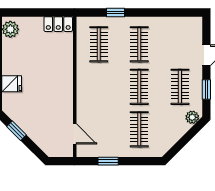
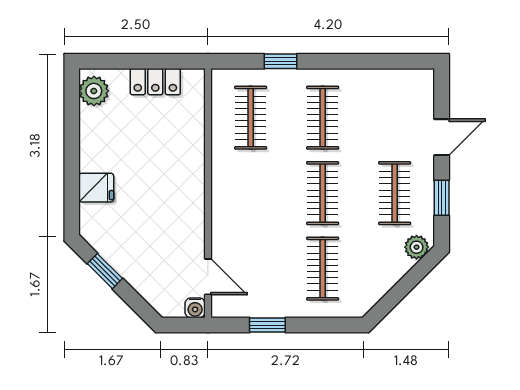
locker: (58, 24) -> (155, 82), moved
water cooler: (67, 151) -> (195, 308), added

